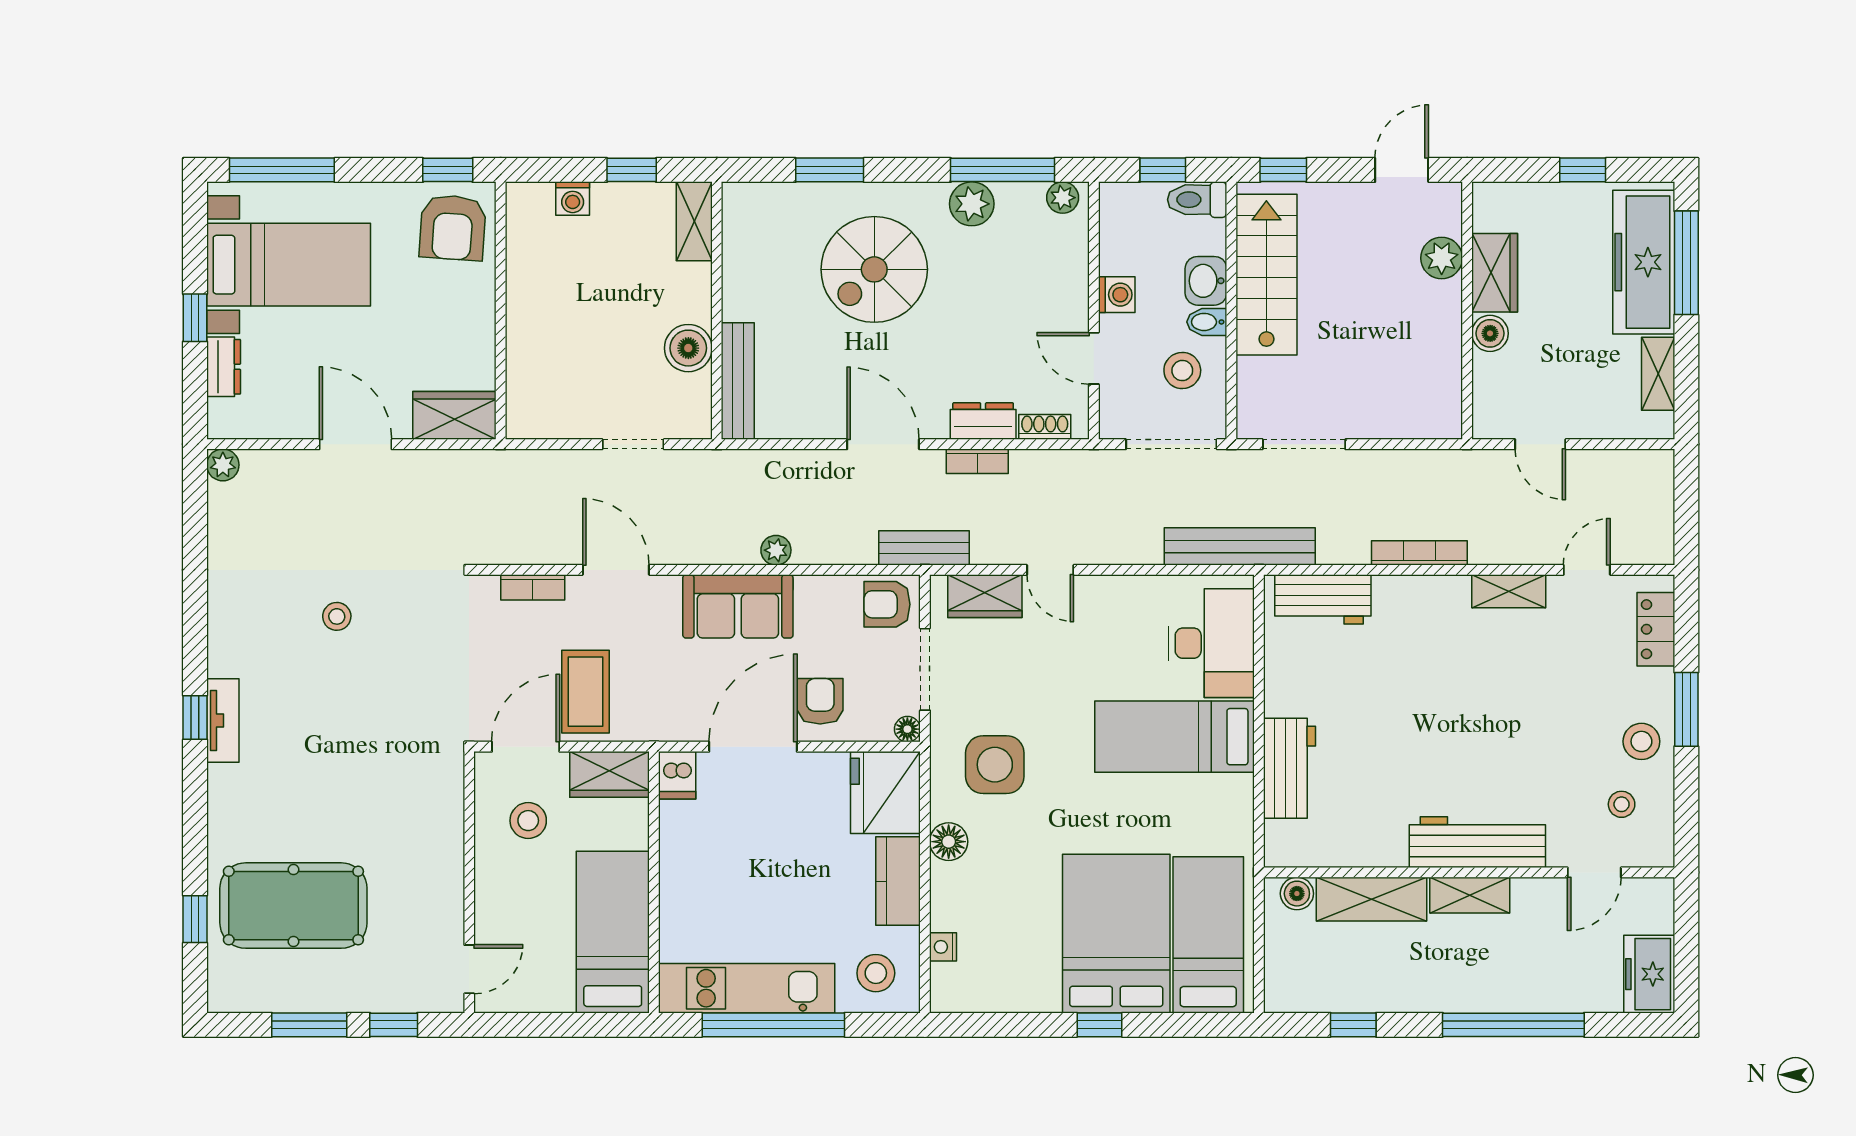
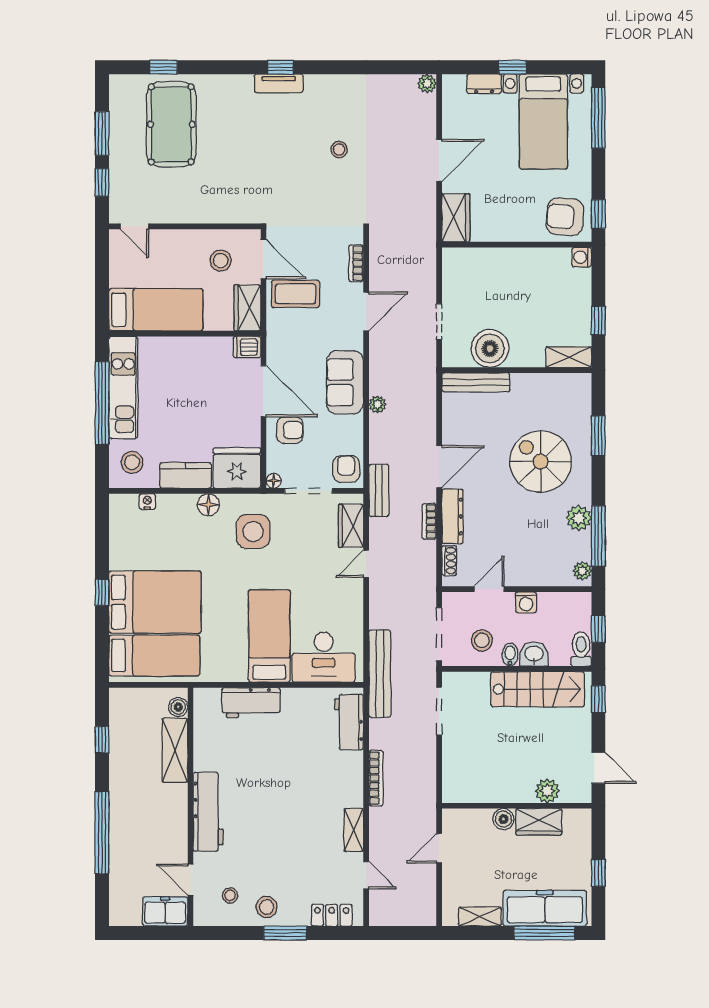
washing machine: (573, 199) -> (582, 257), moved
boiler: (688, 348) -> (490, 349), width x1.37, depth x1.37
dresser: (983, 421) -> (453, 516), width x1.44
shelving: (1470, 895) -> (177, 807), removed
freezer: (1649, 974) -> (165, 912), moved

